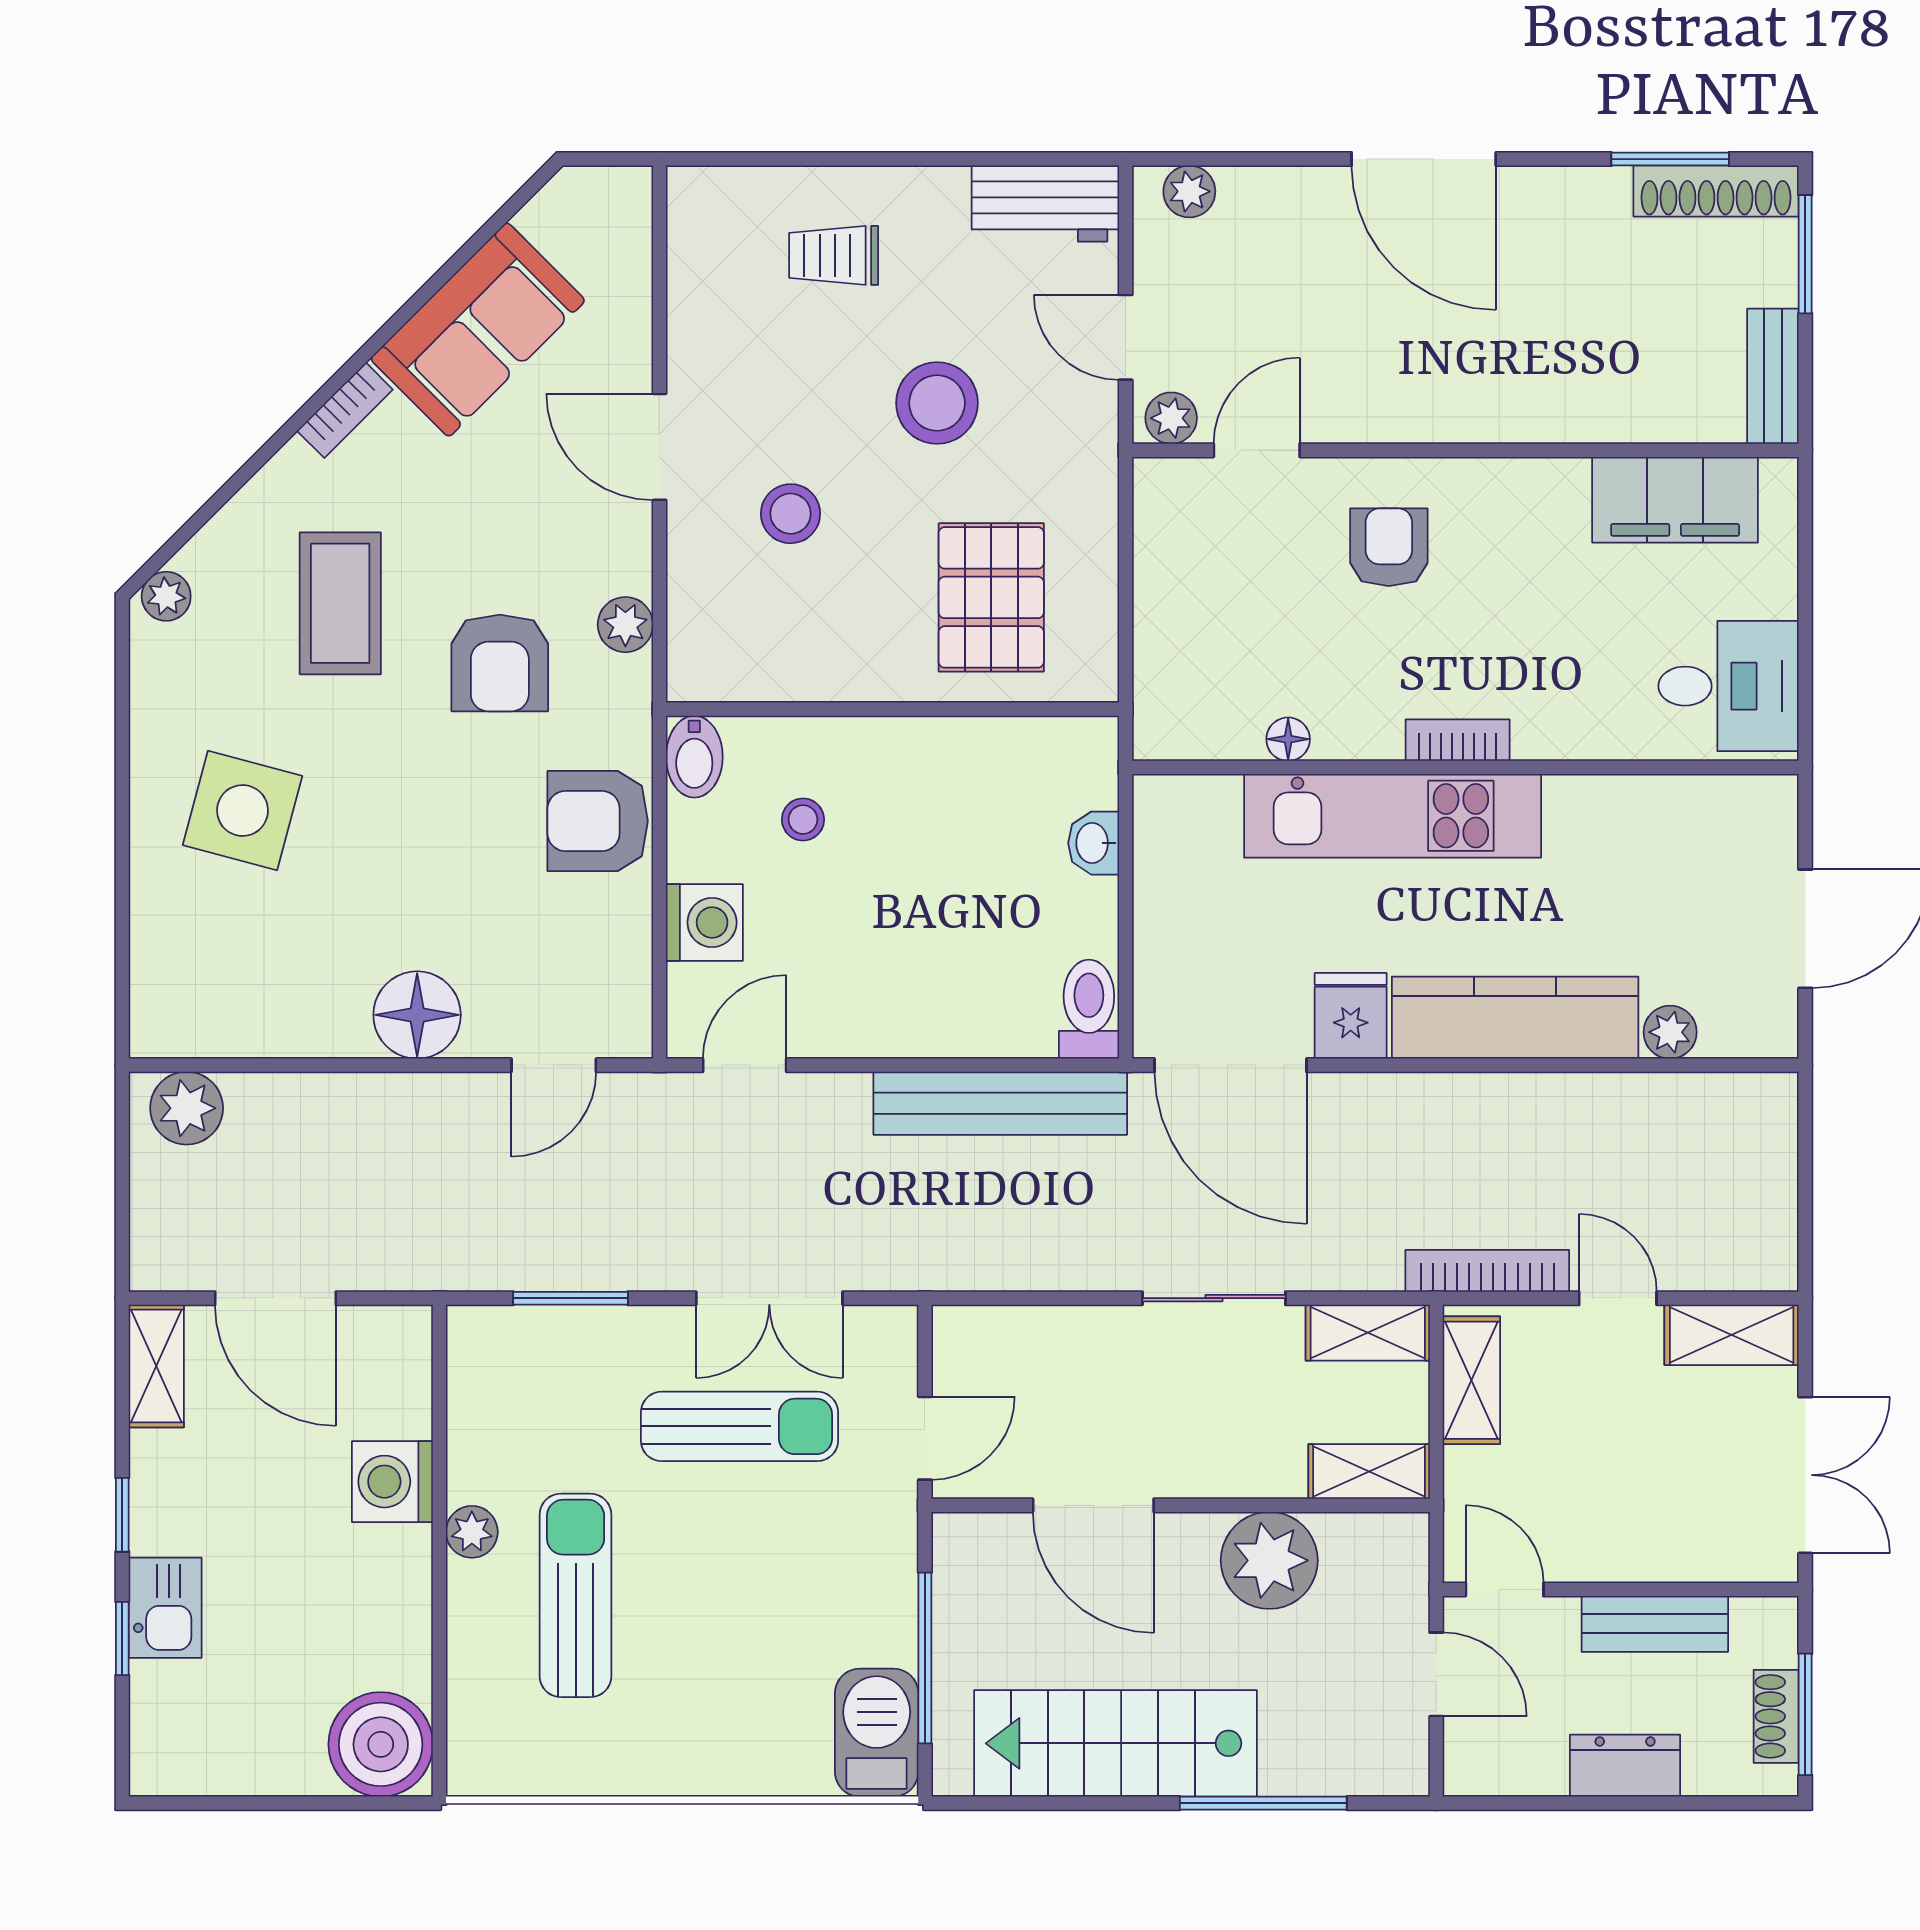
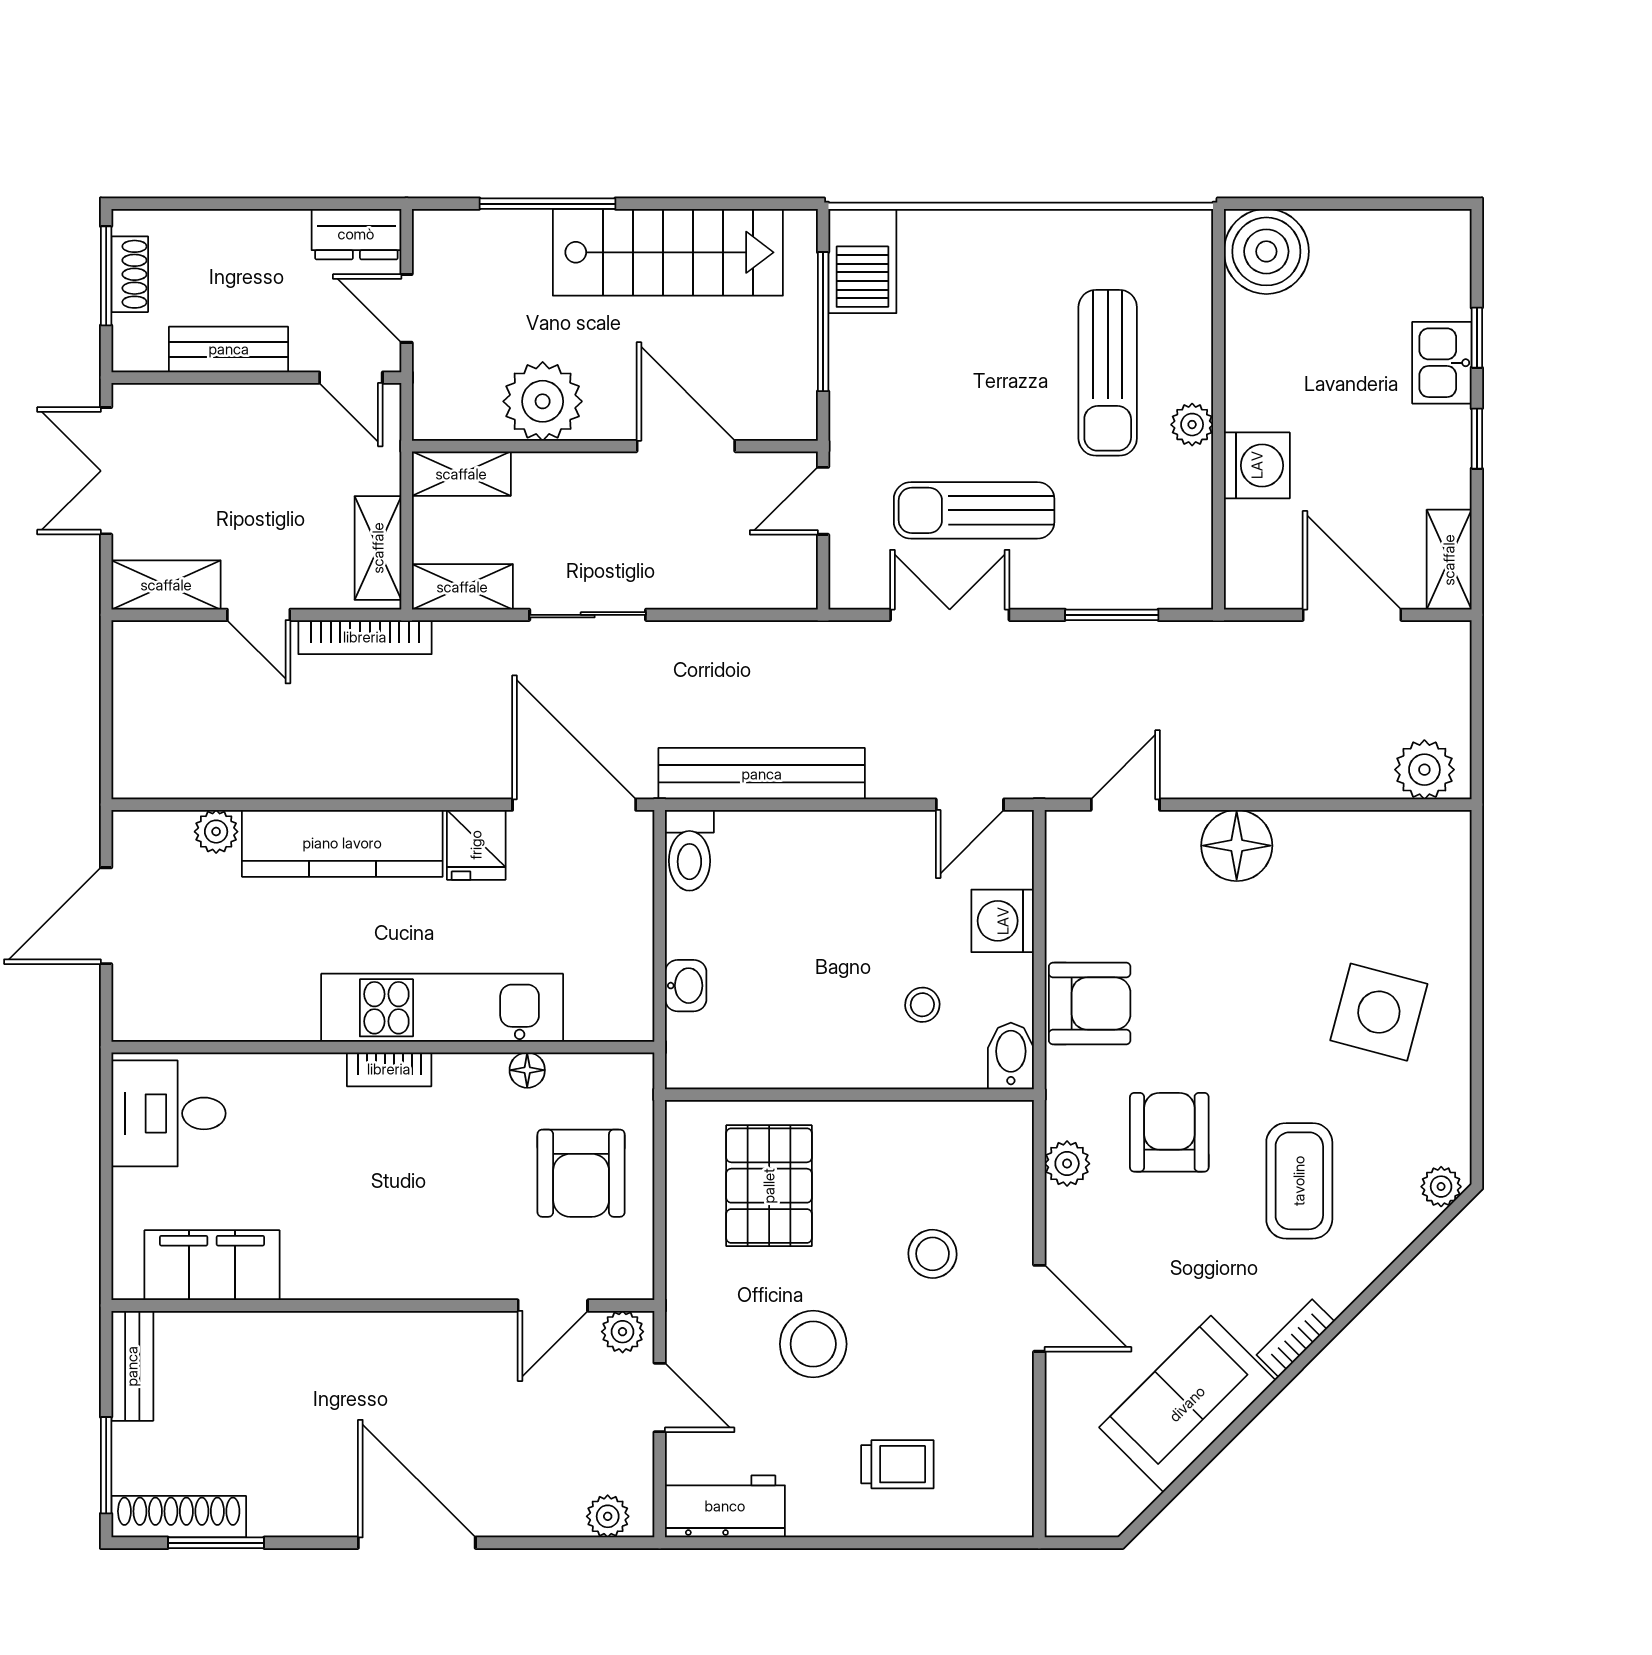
armchair: (1389, 547) -> (581, 1173), moved, width x1.38, depth x1.38
dresser: (1625, 1766) -> (356, 234), moved

